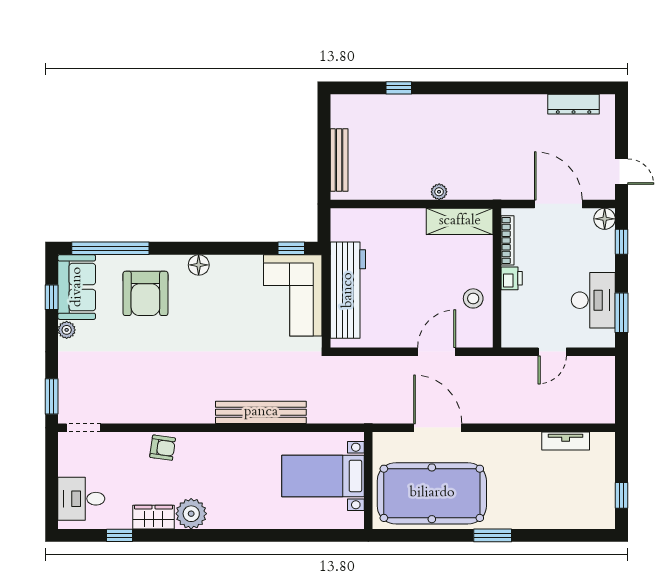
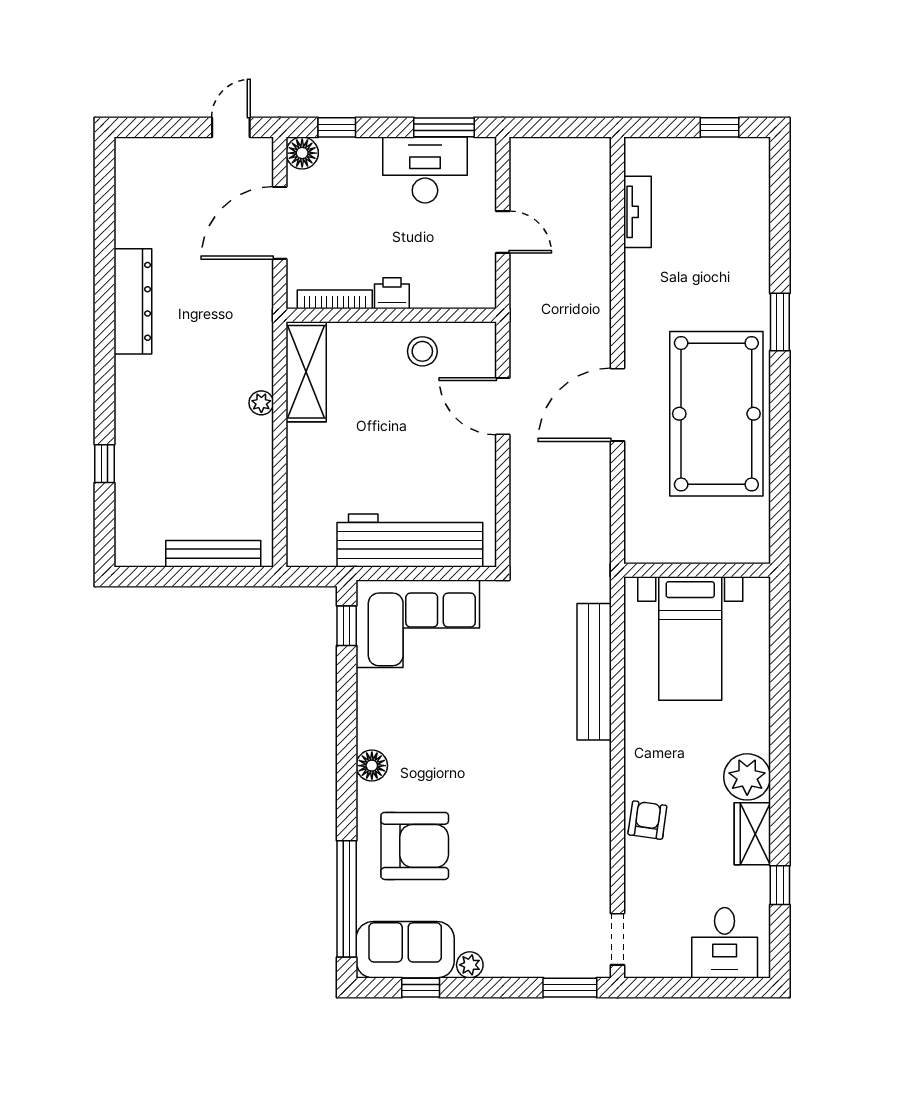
dresser: (574, 104) -> (133, 301), moved, width x1.37, depth x1.24
bed with nightstands: (323, 476) -> (690, 639), moved
wall: (368, 481) -> (697, 570), moved

